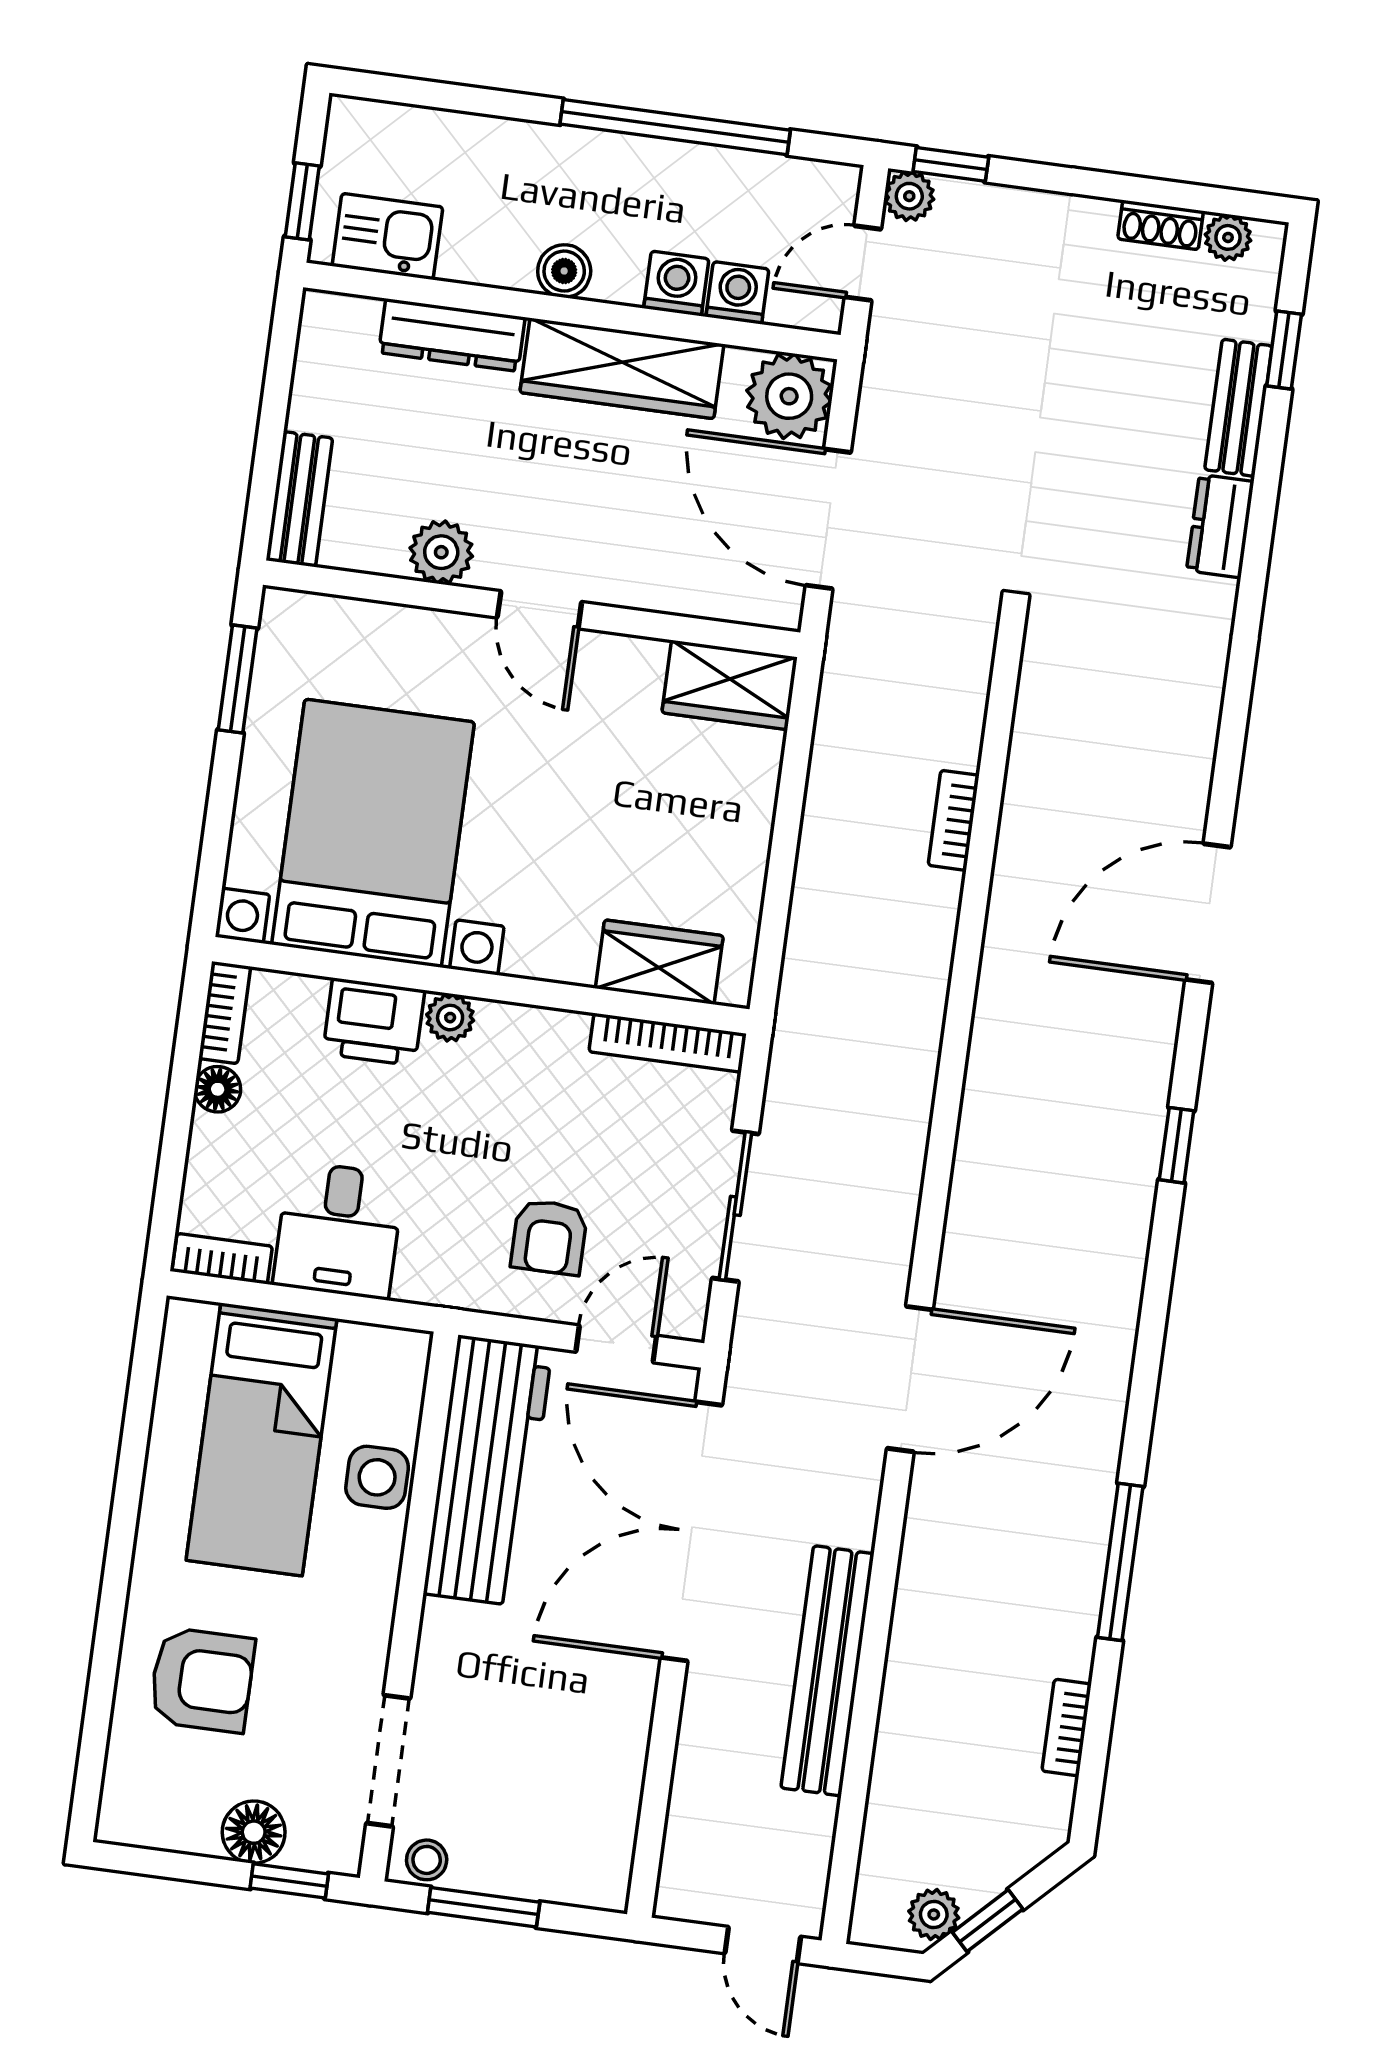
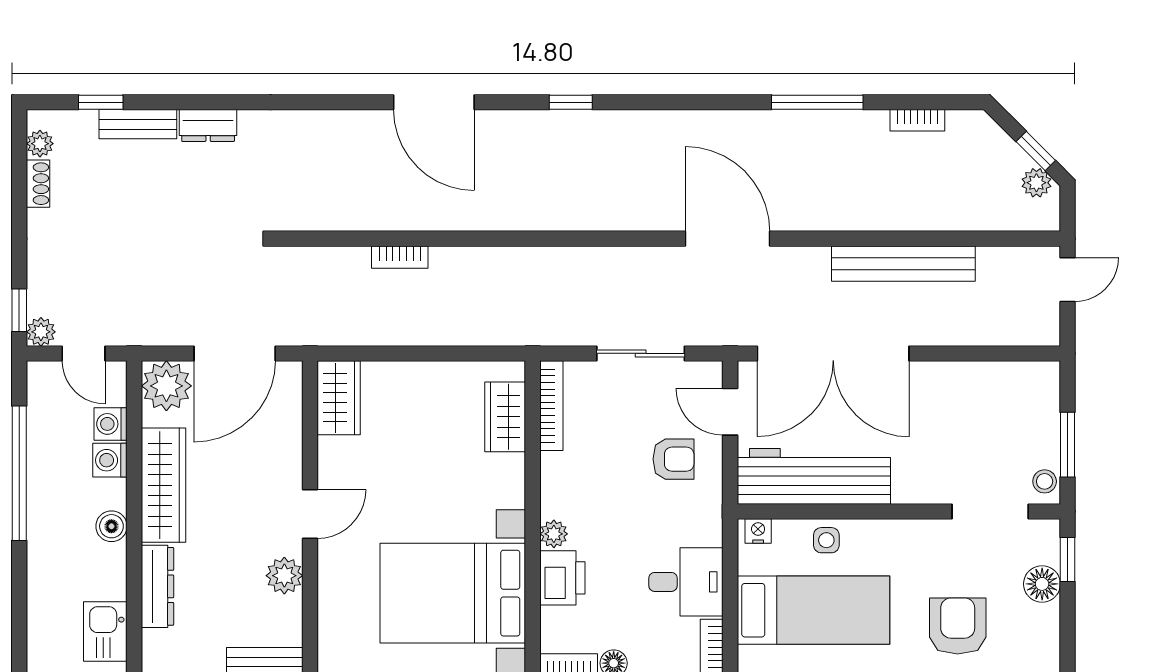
nightstand: (408, 1364) -> (758, 531), added
side table: (377, 1477) -> (826, 540), width x0.73, depth x0.73

